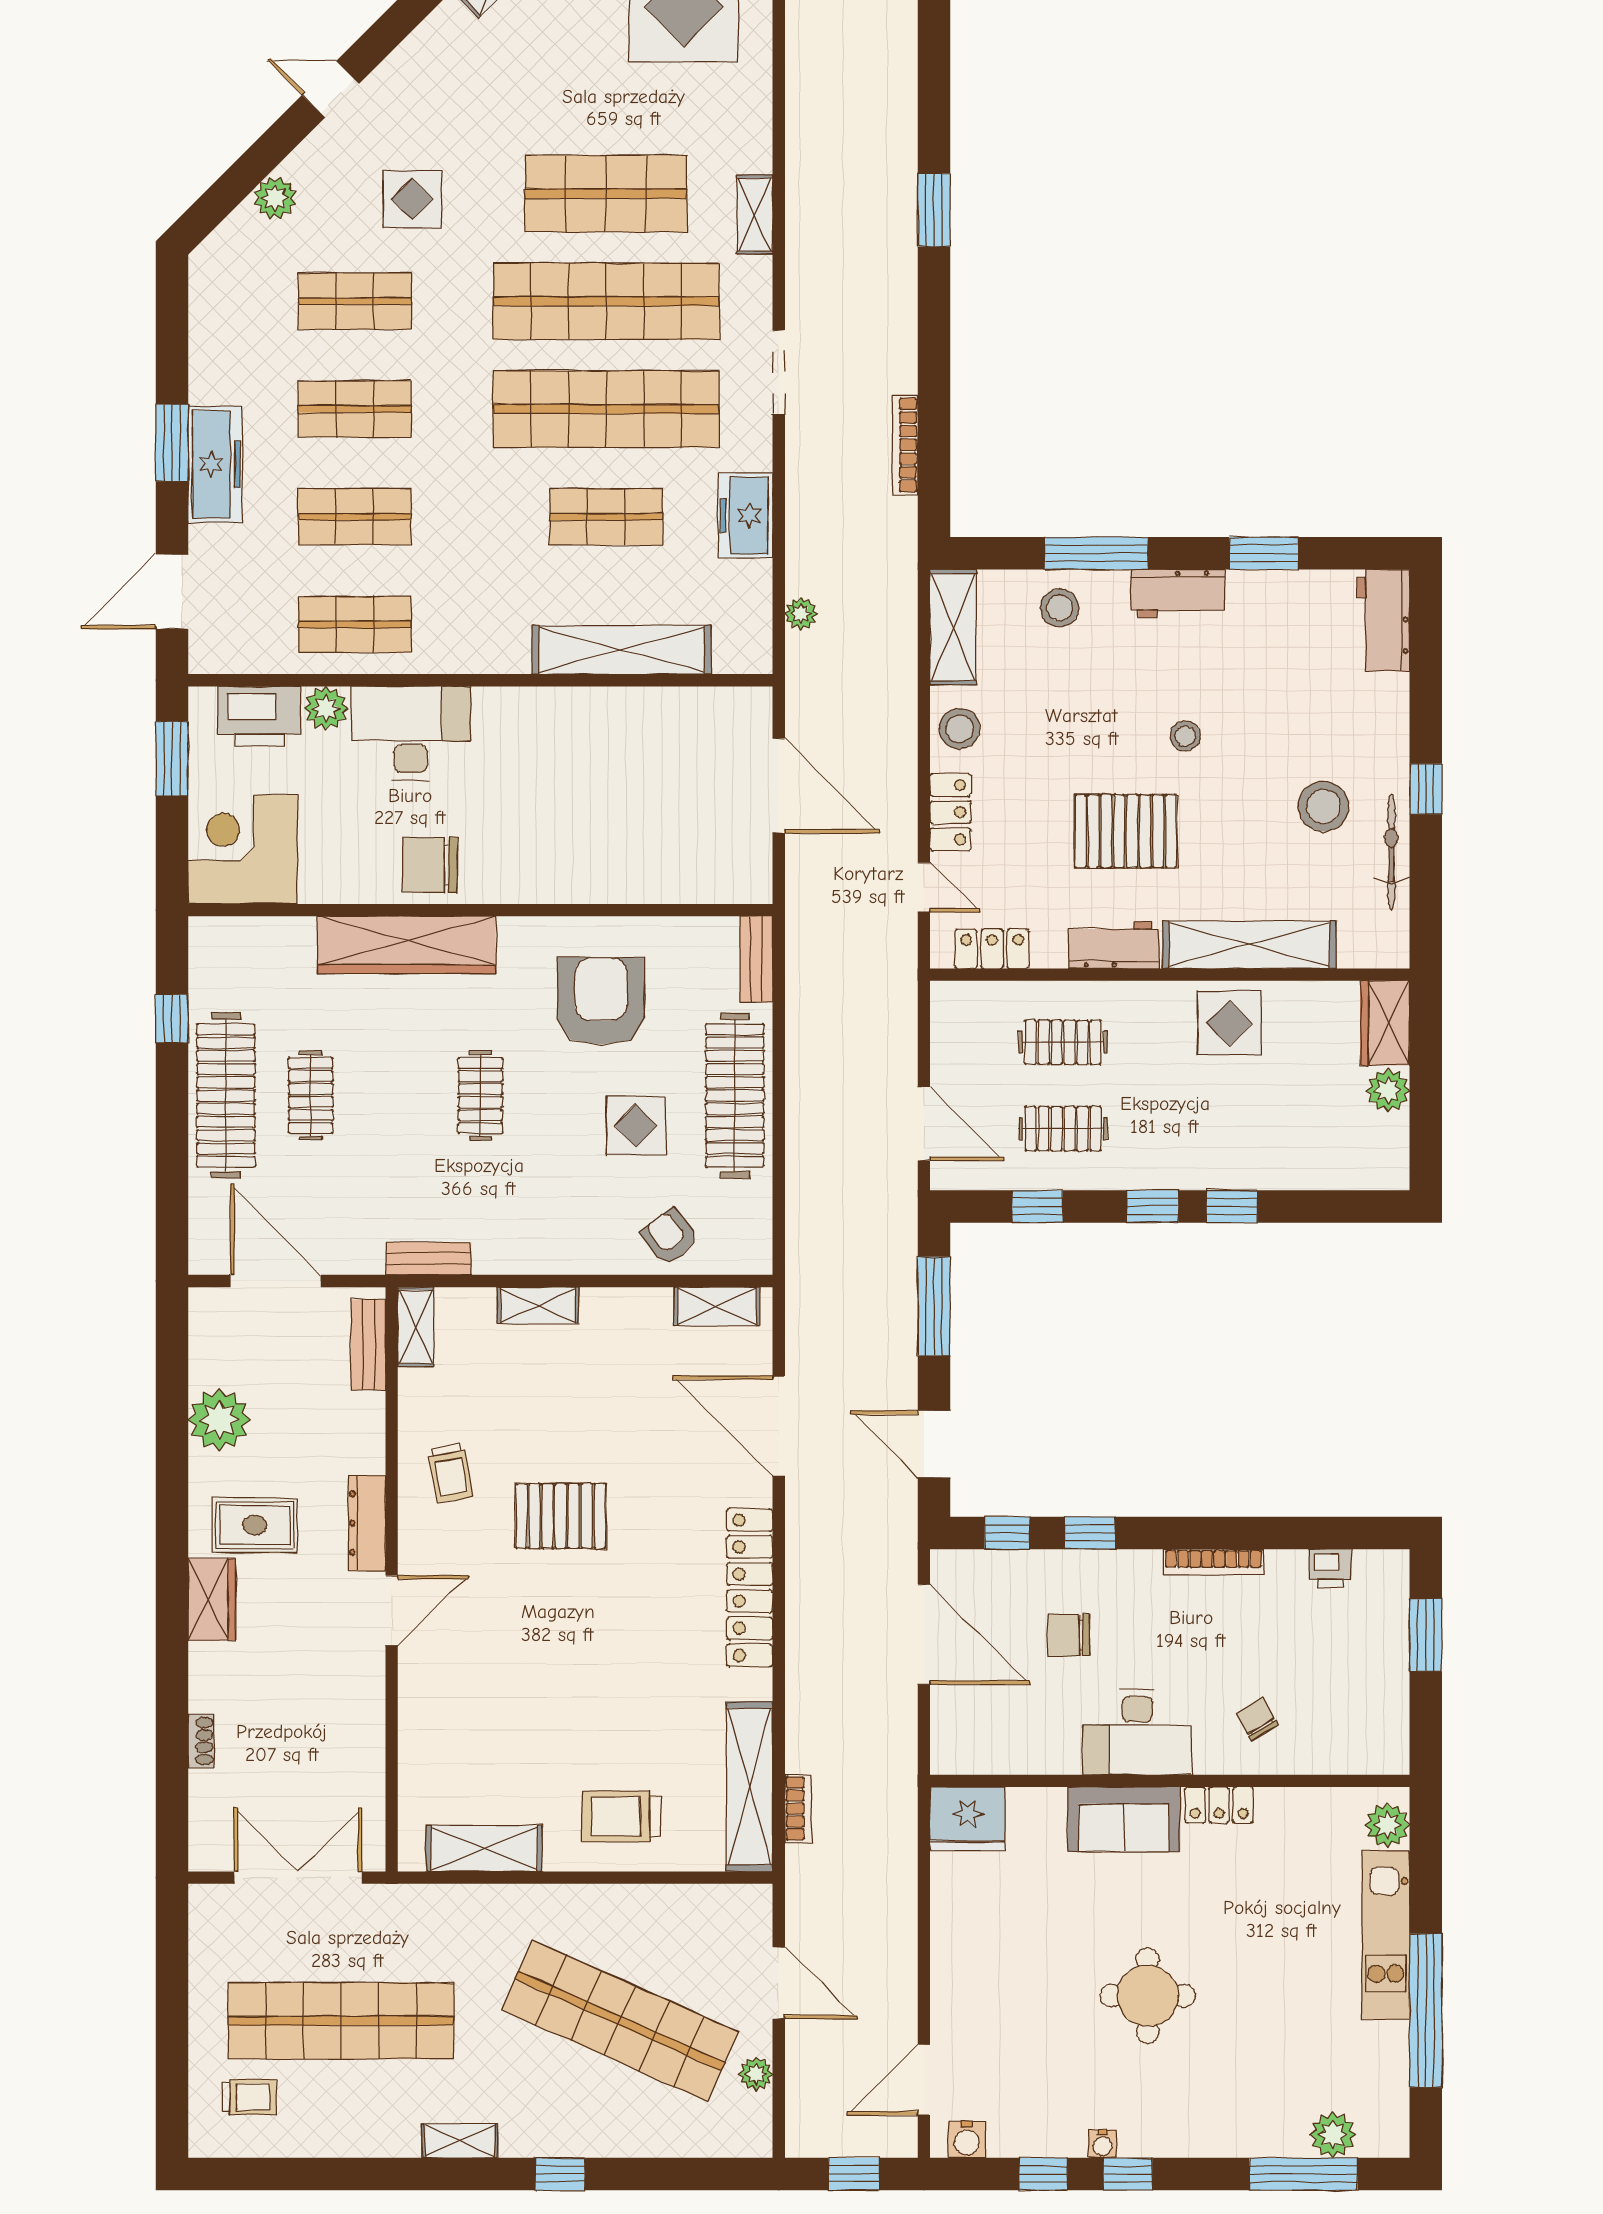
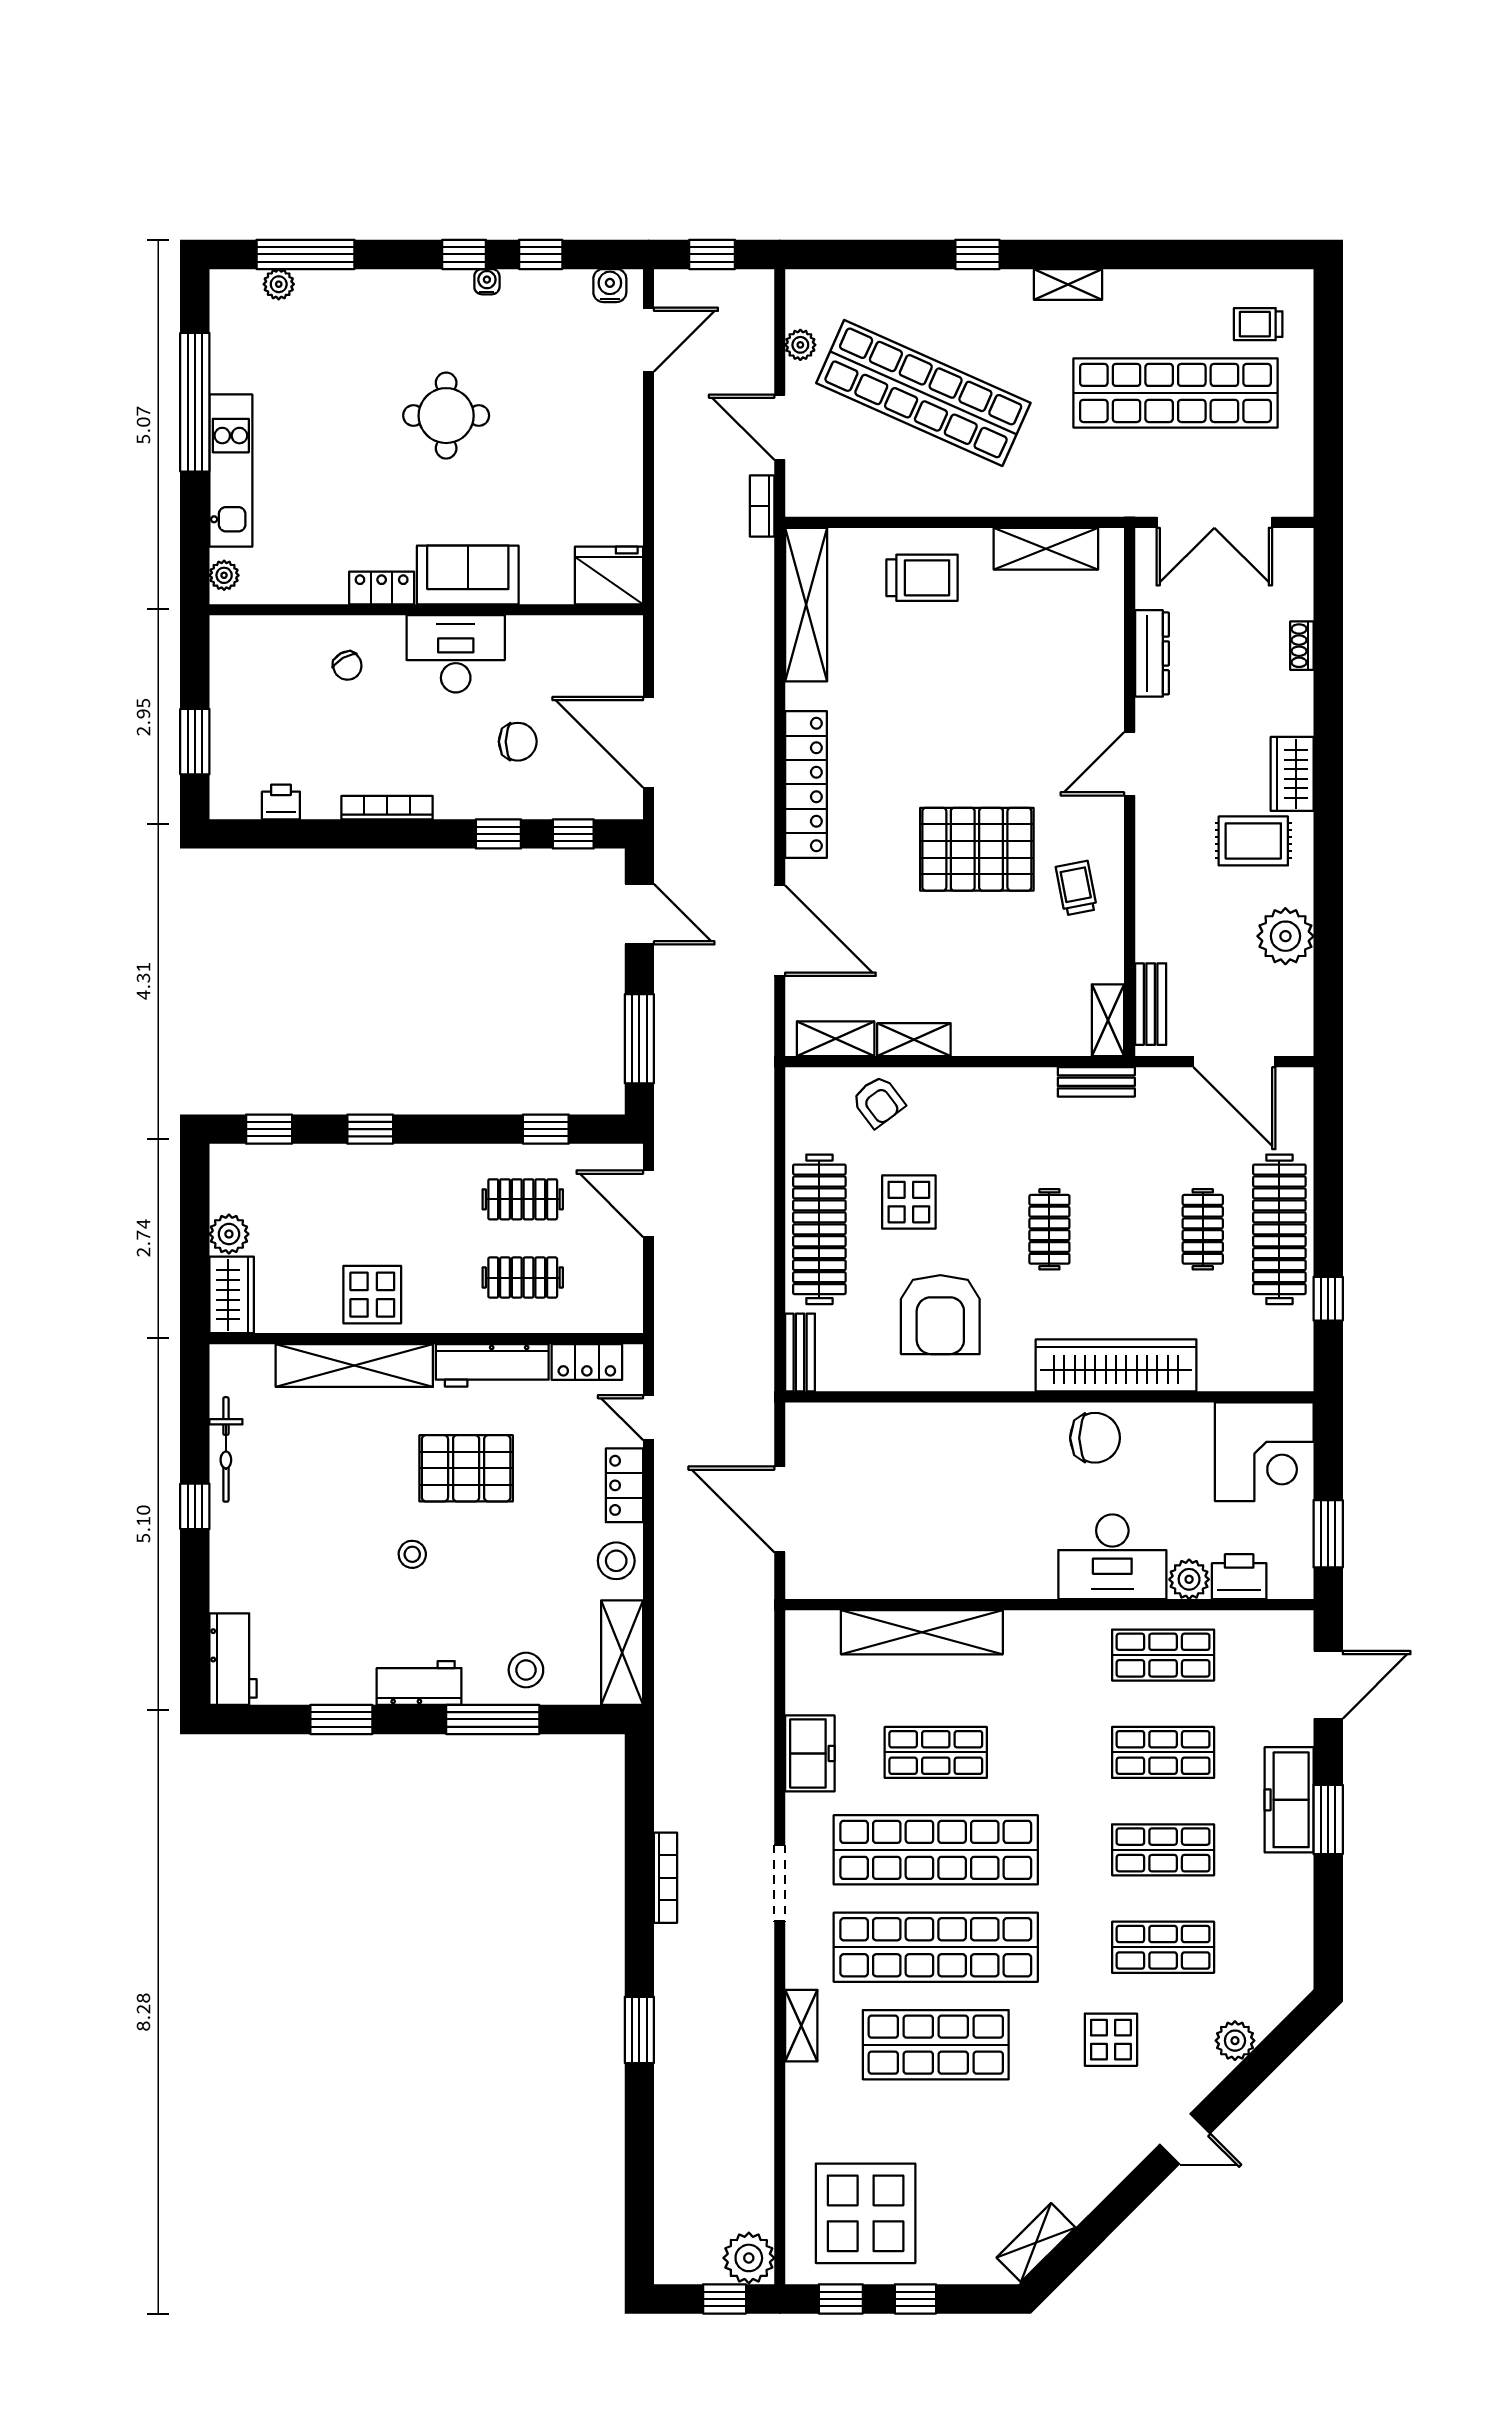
bookcase: (905, 445) -> (666, 1878), moved
plant: (801, 614) -> (760, 1665), removed
printer: (259, 716) -> (1239, 1577), width x0.73, depth x0.84
stool: (1323, 806) -> (287, 1491), removed
workbench: (1114, 945) -> (492, 1365), width x1.38
window: (1153, 1206) -> (269, 1129), moved
shelving: (538, 1305) -> (914, 1040), moved
pallet: (561, 1516) -> (977, 849), width x1.37, depth x1.41
dresser: (367, 1523) -> (1152, 653), moved
bookcase: (798, 1809) -> (762, 506), moved
plant: (1387, 1825) -> (224, 575), width x0.73, depth x0.73
plant: (1333, 2135) -> (279, 284), width x0.73, depth x0.73

